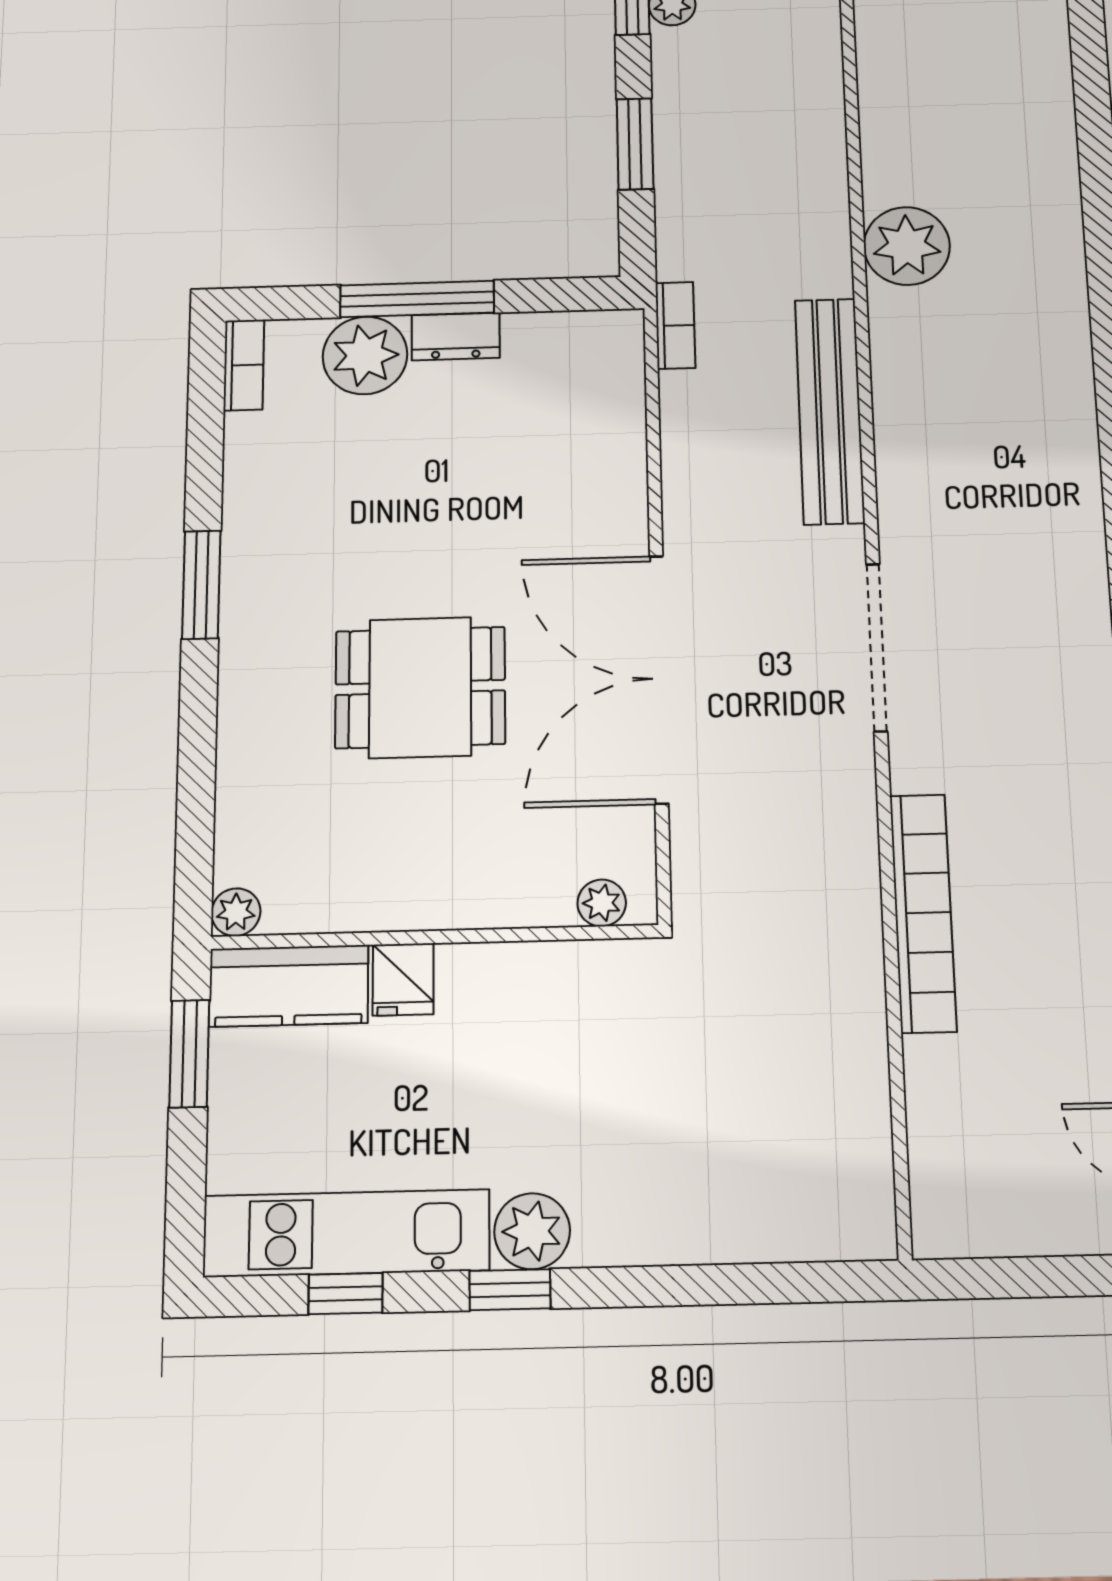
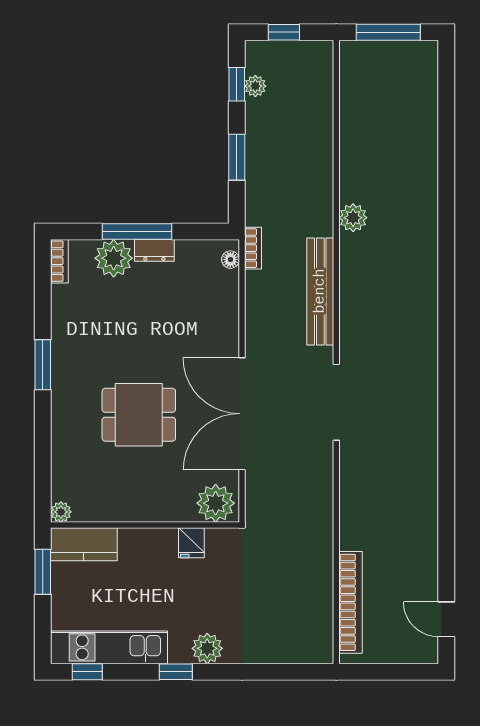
plant: (907, 246) -> (353, 218), width x0.73, depth x0.73
floor lamp: (626, 350) -> (230, 260), added
plant: (602, 903) -> (216, 503), width x1.87, depth x1.87
bookcase: (923, 913) -> (350, 602), moved
fridge: (403, 979) -> (191, 543), moved
plant: (532, 1231) -> (207, 648), moved
window: (346, 1294) -> (87, 672), moved

